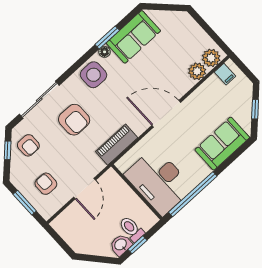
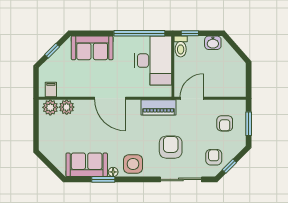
door: (85, 189) -> (192, 98), moved
toilet: (131, 229) -> (181, 46), moved
window: (137, 245) -> (190, 33), moved

